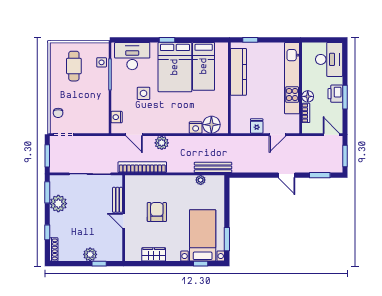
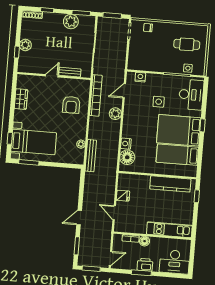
kitchen unit: (292, 78) -> (169, 230), width x0.73
armchair: (157, 212) -> (71, 105), moved, turned 90

